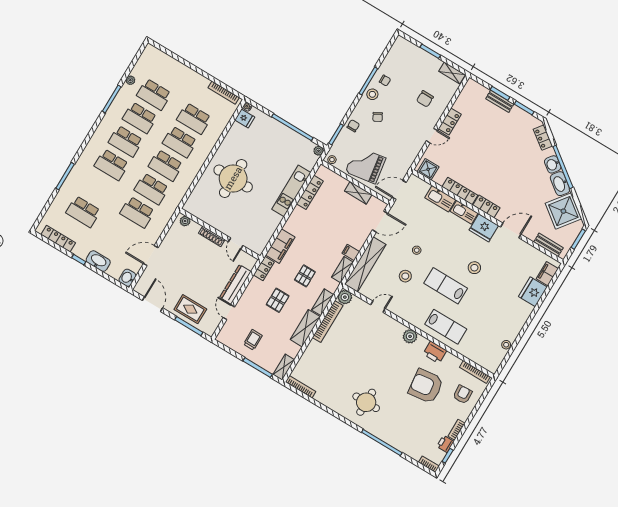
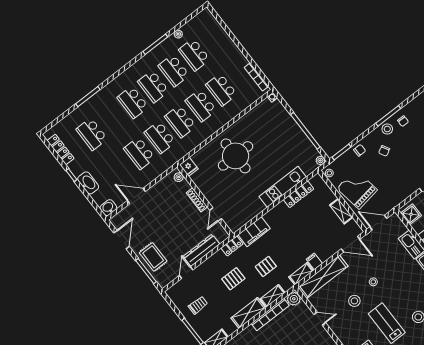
fridge: (245, 118) -> (189, 167), moved

